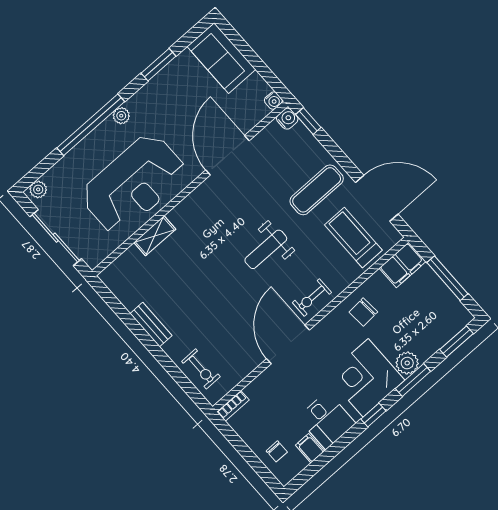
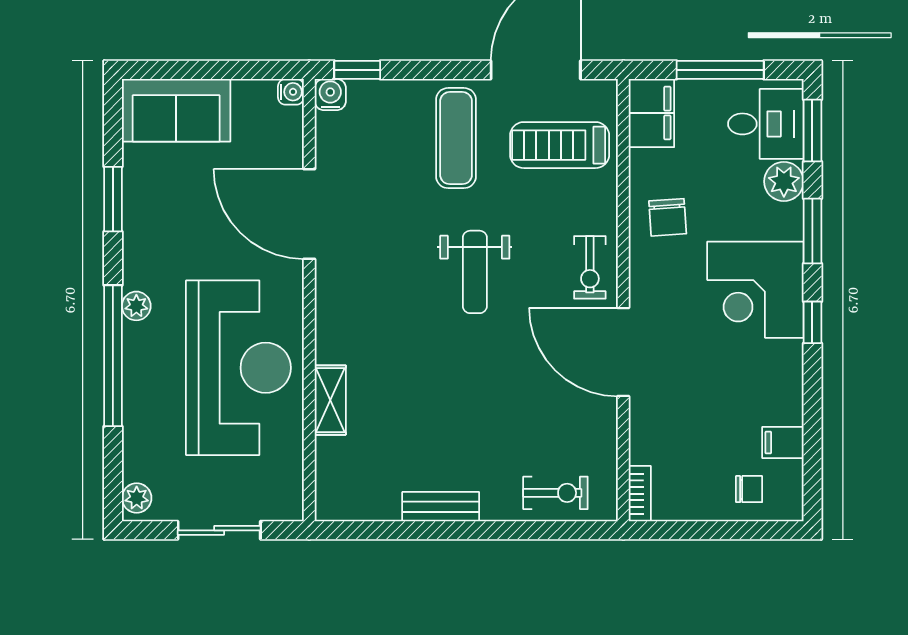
sliding door: (56, 238) -> (219, 530), width x0.73
plant: (407, 363) -> (784, 181), moved
desk: (327, 420) -> (766, 124), moved

